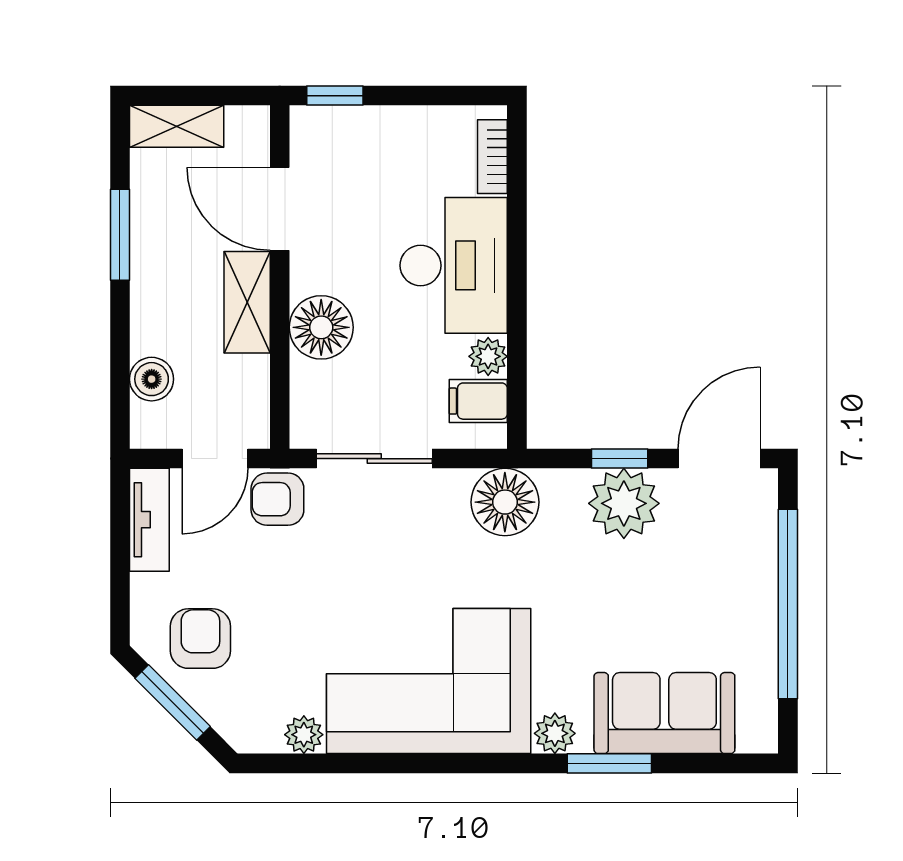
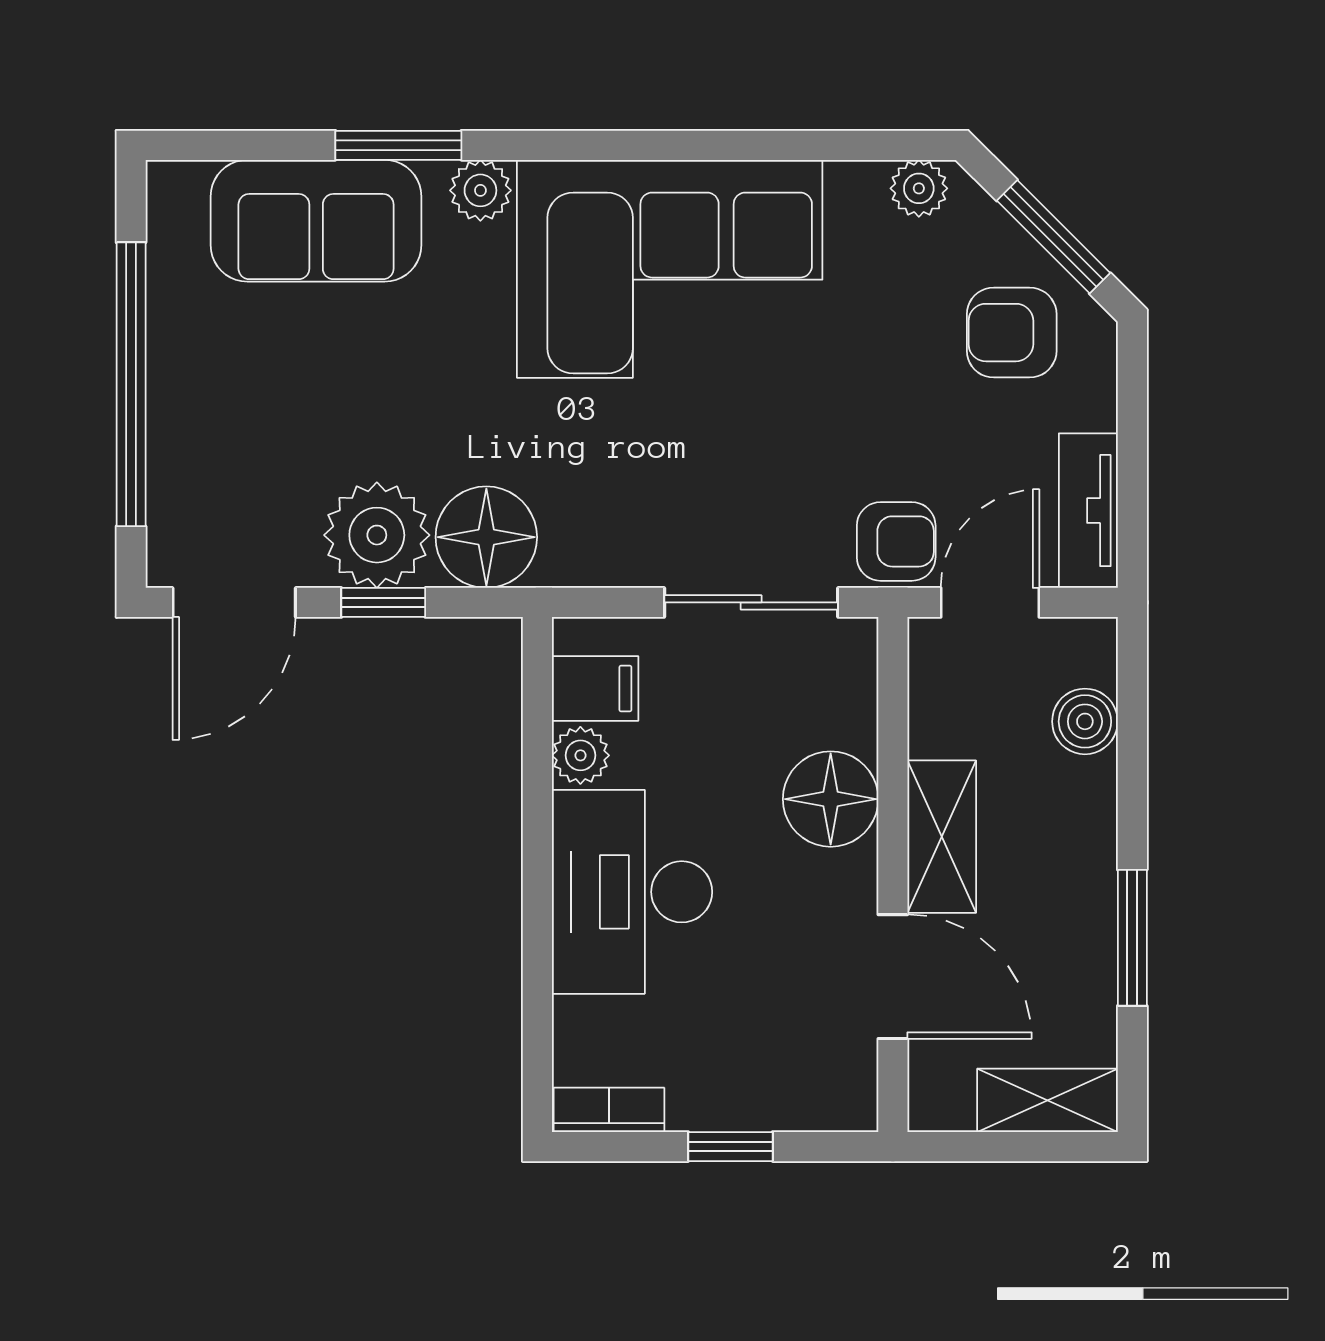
window: (335, 96) -> (730, 1147), moved
bookcase: (492, 157) -> (609, 1110), moved, turned -90
floor lamp: (505, 502) -> (486, 537), moved
armchair: (200, 639) -> (1012, 333), turned 90
plant: (304, 735) -> (919, 188), moved

